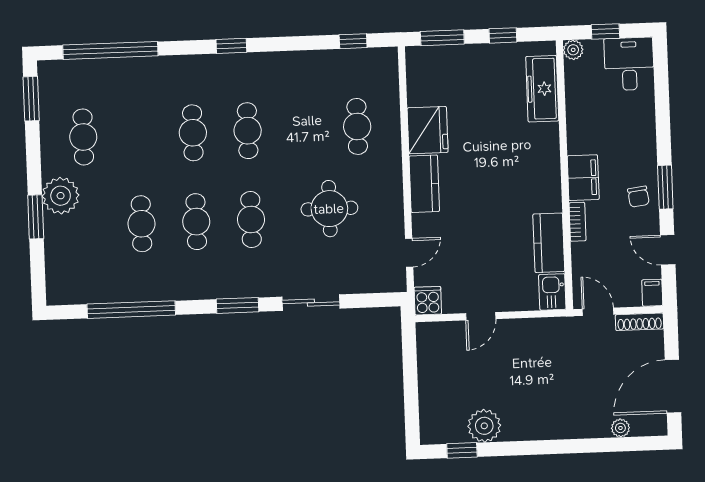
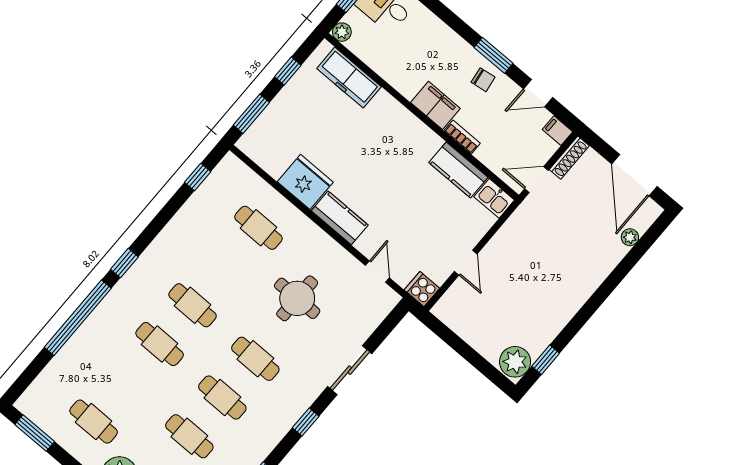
window: (110, 50) -> (78, 318), moved
window: (237, 305) -> (306, 422), width x0.67
plant: (484, 426) -> (515, 362), moved

